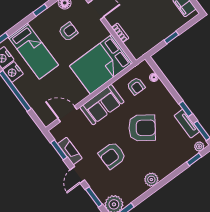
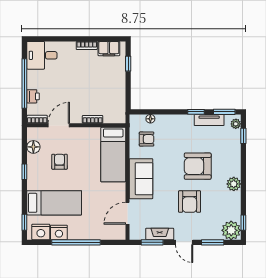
window: (171, 38) -> (128, 64), moved
bed: (101, 64) -> (113, 155), width x0.67
armchair: (142, 128) -> (198, 166), moved, turned -125

